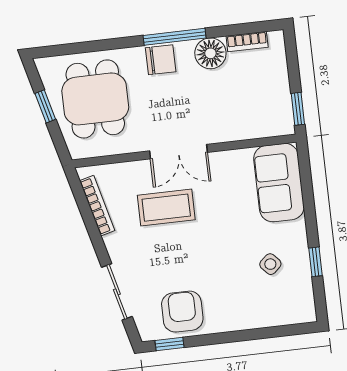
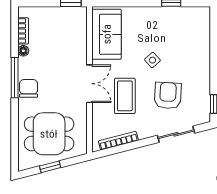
floor lamp: (210, 53) -> (23, 51), width x0.53, depth x0.53
sofa: (279, 183) -> (107, 34), moved, turned -90
side table: (270, 264) -> (152, 60), moved
armchair: (182, 312) -> (168, 96), moved, turned 93

